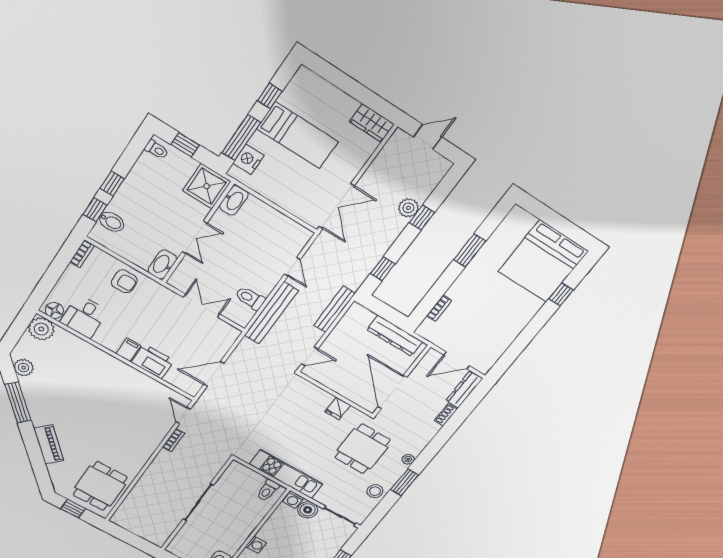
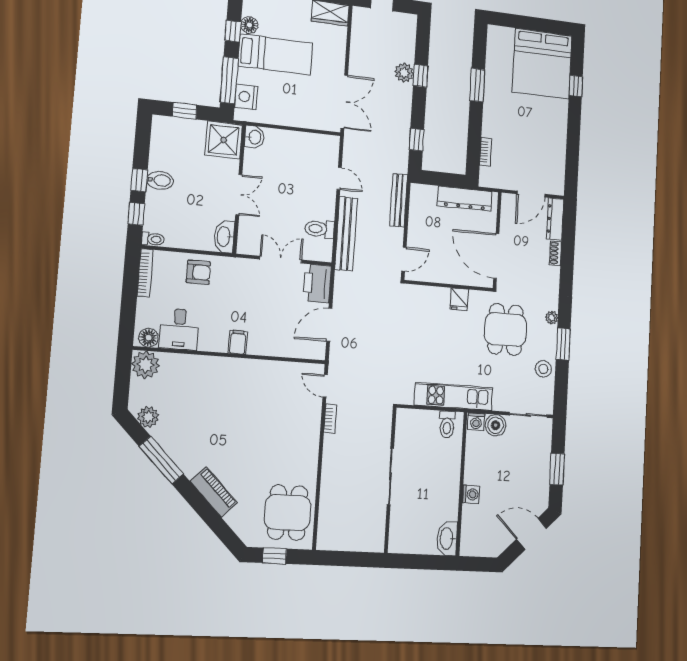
floor lamp: (289, 98) -> (249, 25), added
toilet: (157, 150) -> (153, 239), moved
washbasin: (234, 200) -> (254, 137), width x0.72
bidet: (112, 222) -> (160, 180), moved
bookcase: (82, 254) -> (145, 273), width x1.56
printer: (153, 361) -> (317, 283), moved, turned -90

